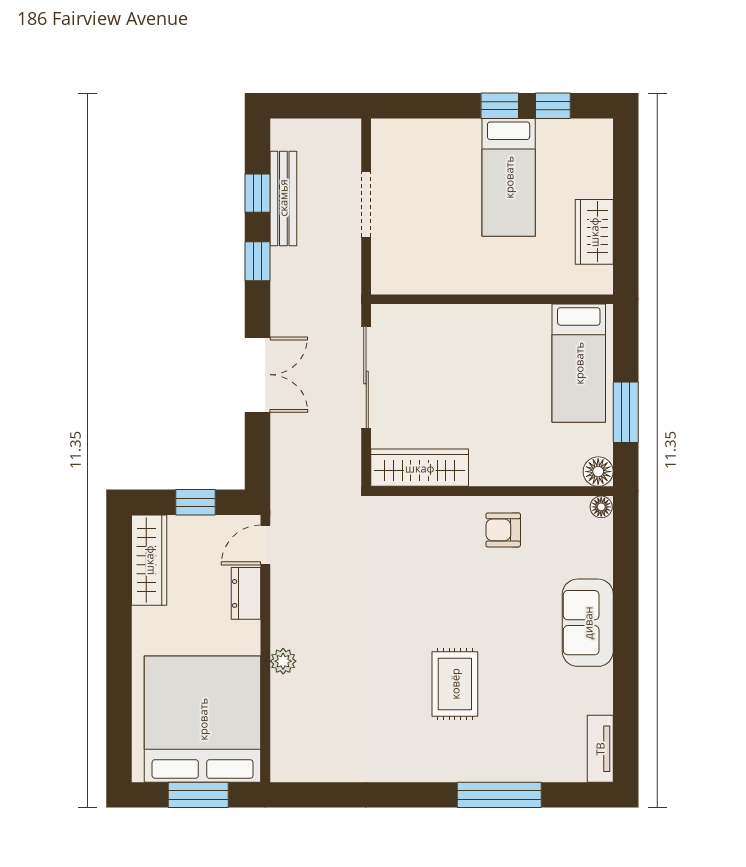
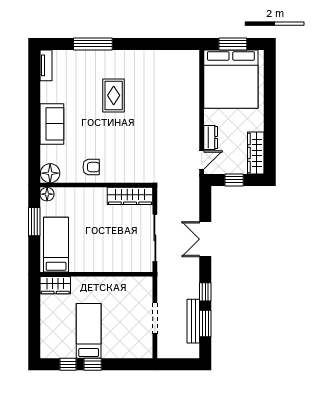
window: (258, 193) -> (205, 323), width x1.50
wardrobe: (594, 232) -> (55, 285), moved, turned 90
floor lamp: (601, 507) -> (50, 173), width x1.89, depth x1.89
plant: (283, 661) -> (193, 106), removed

